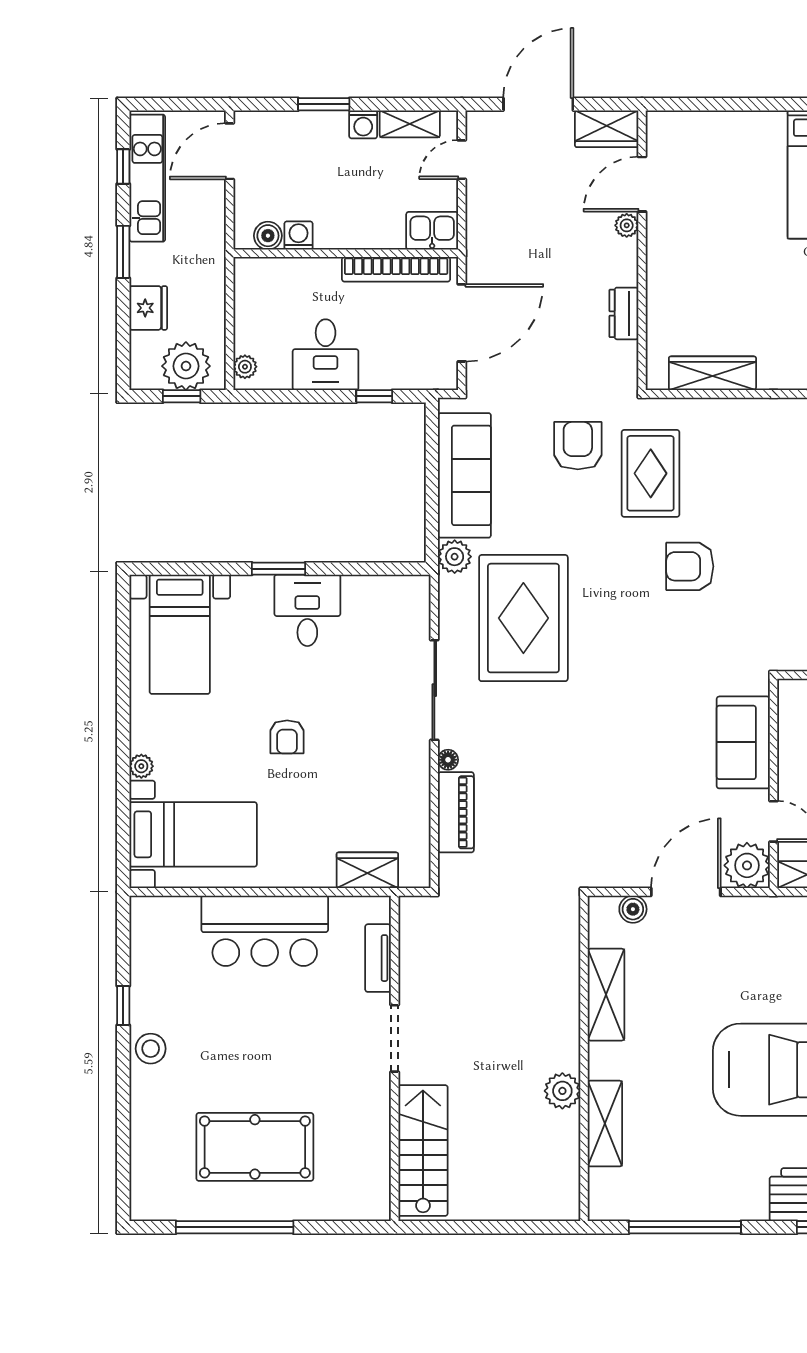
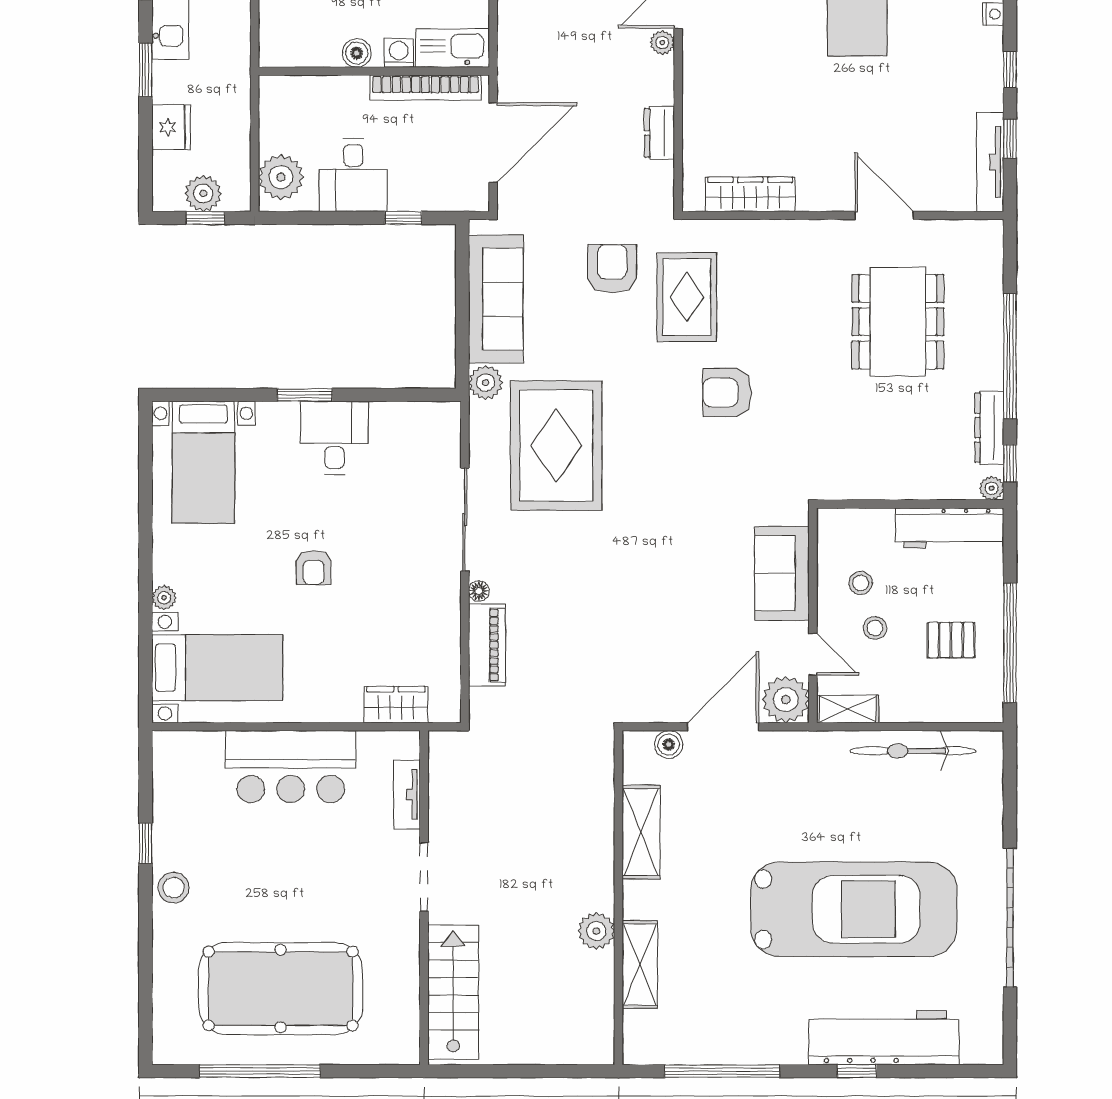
kitchen sink: (432, 231) -> (453, 48), width x1.38
washing machine: (298, 235) -> (399, 53), moved
boiler: (268, 236) -> (357, 53), moved
plant: (186, 366) -> (203, 193), width x0.73, depth x0.73
plant: (245, 367) -> (281, 177), width x1.88, depth x1.88
pool table: (255, 1147) -> (281, 989), width x1.36, depth x1.32

